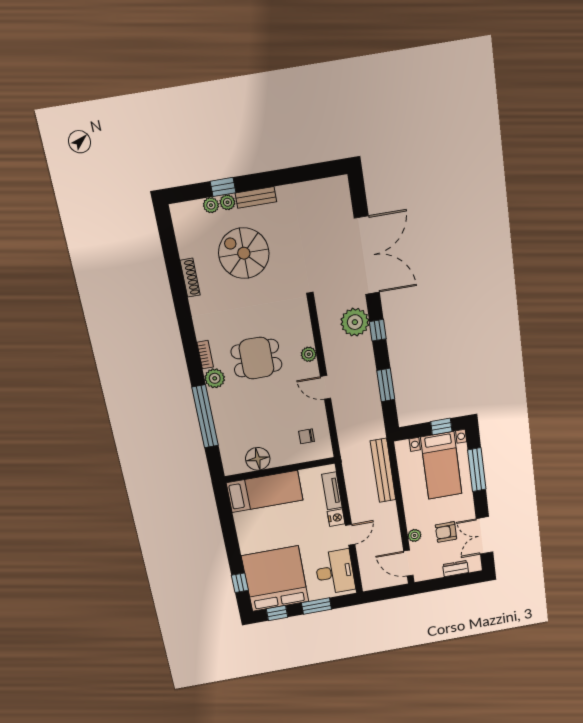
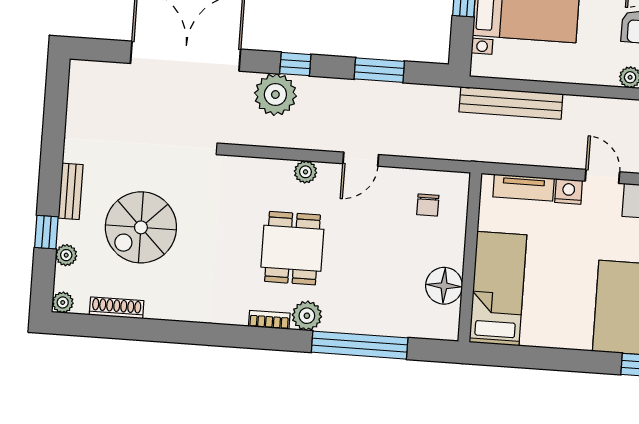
plant: (227, 202) -> (63, 302), moved
shoe rack: (190, 278) -> (117, 308), moved

